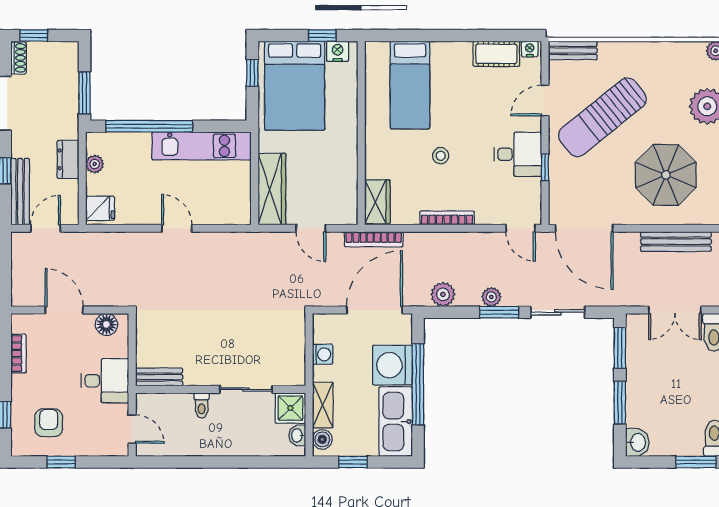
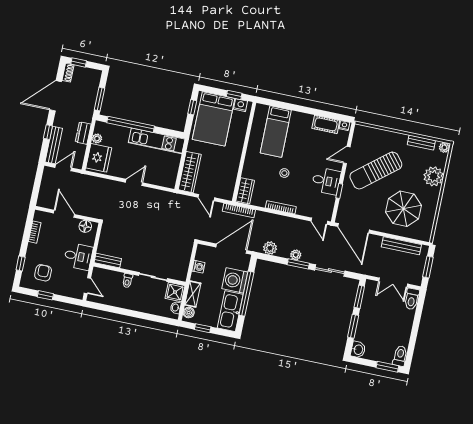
bench: (573, 50) -> (421, 142), moved
fridge: (100, 208) -> (99, 158), width x1.88, depth x1.34
door: (177, 228) -> (134, 182), hinge flipped

